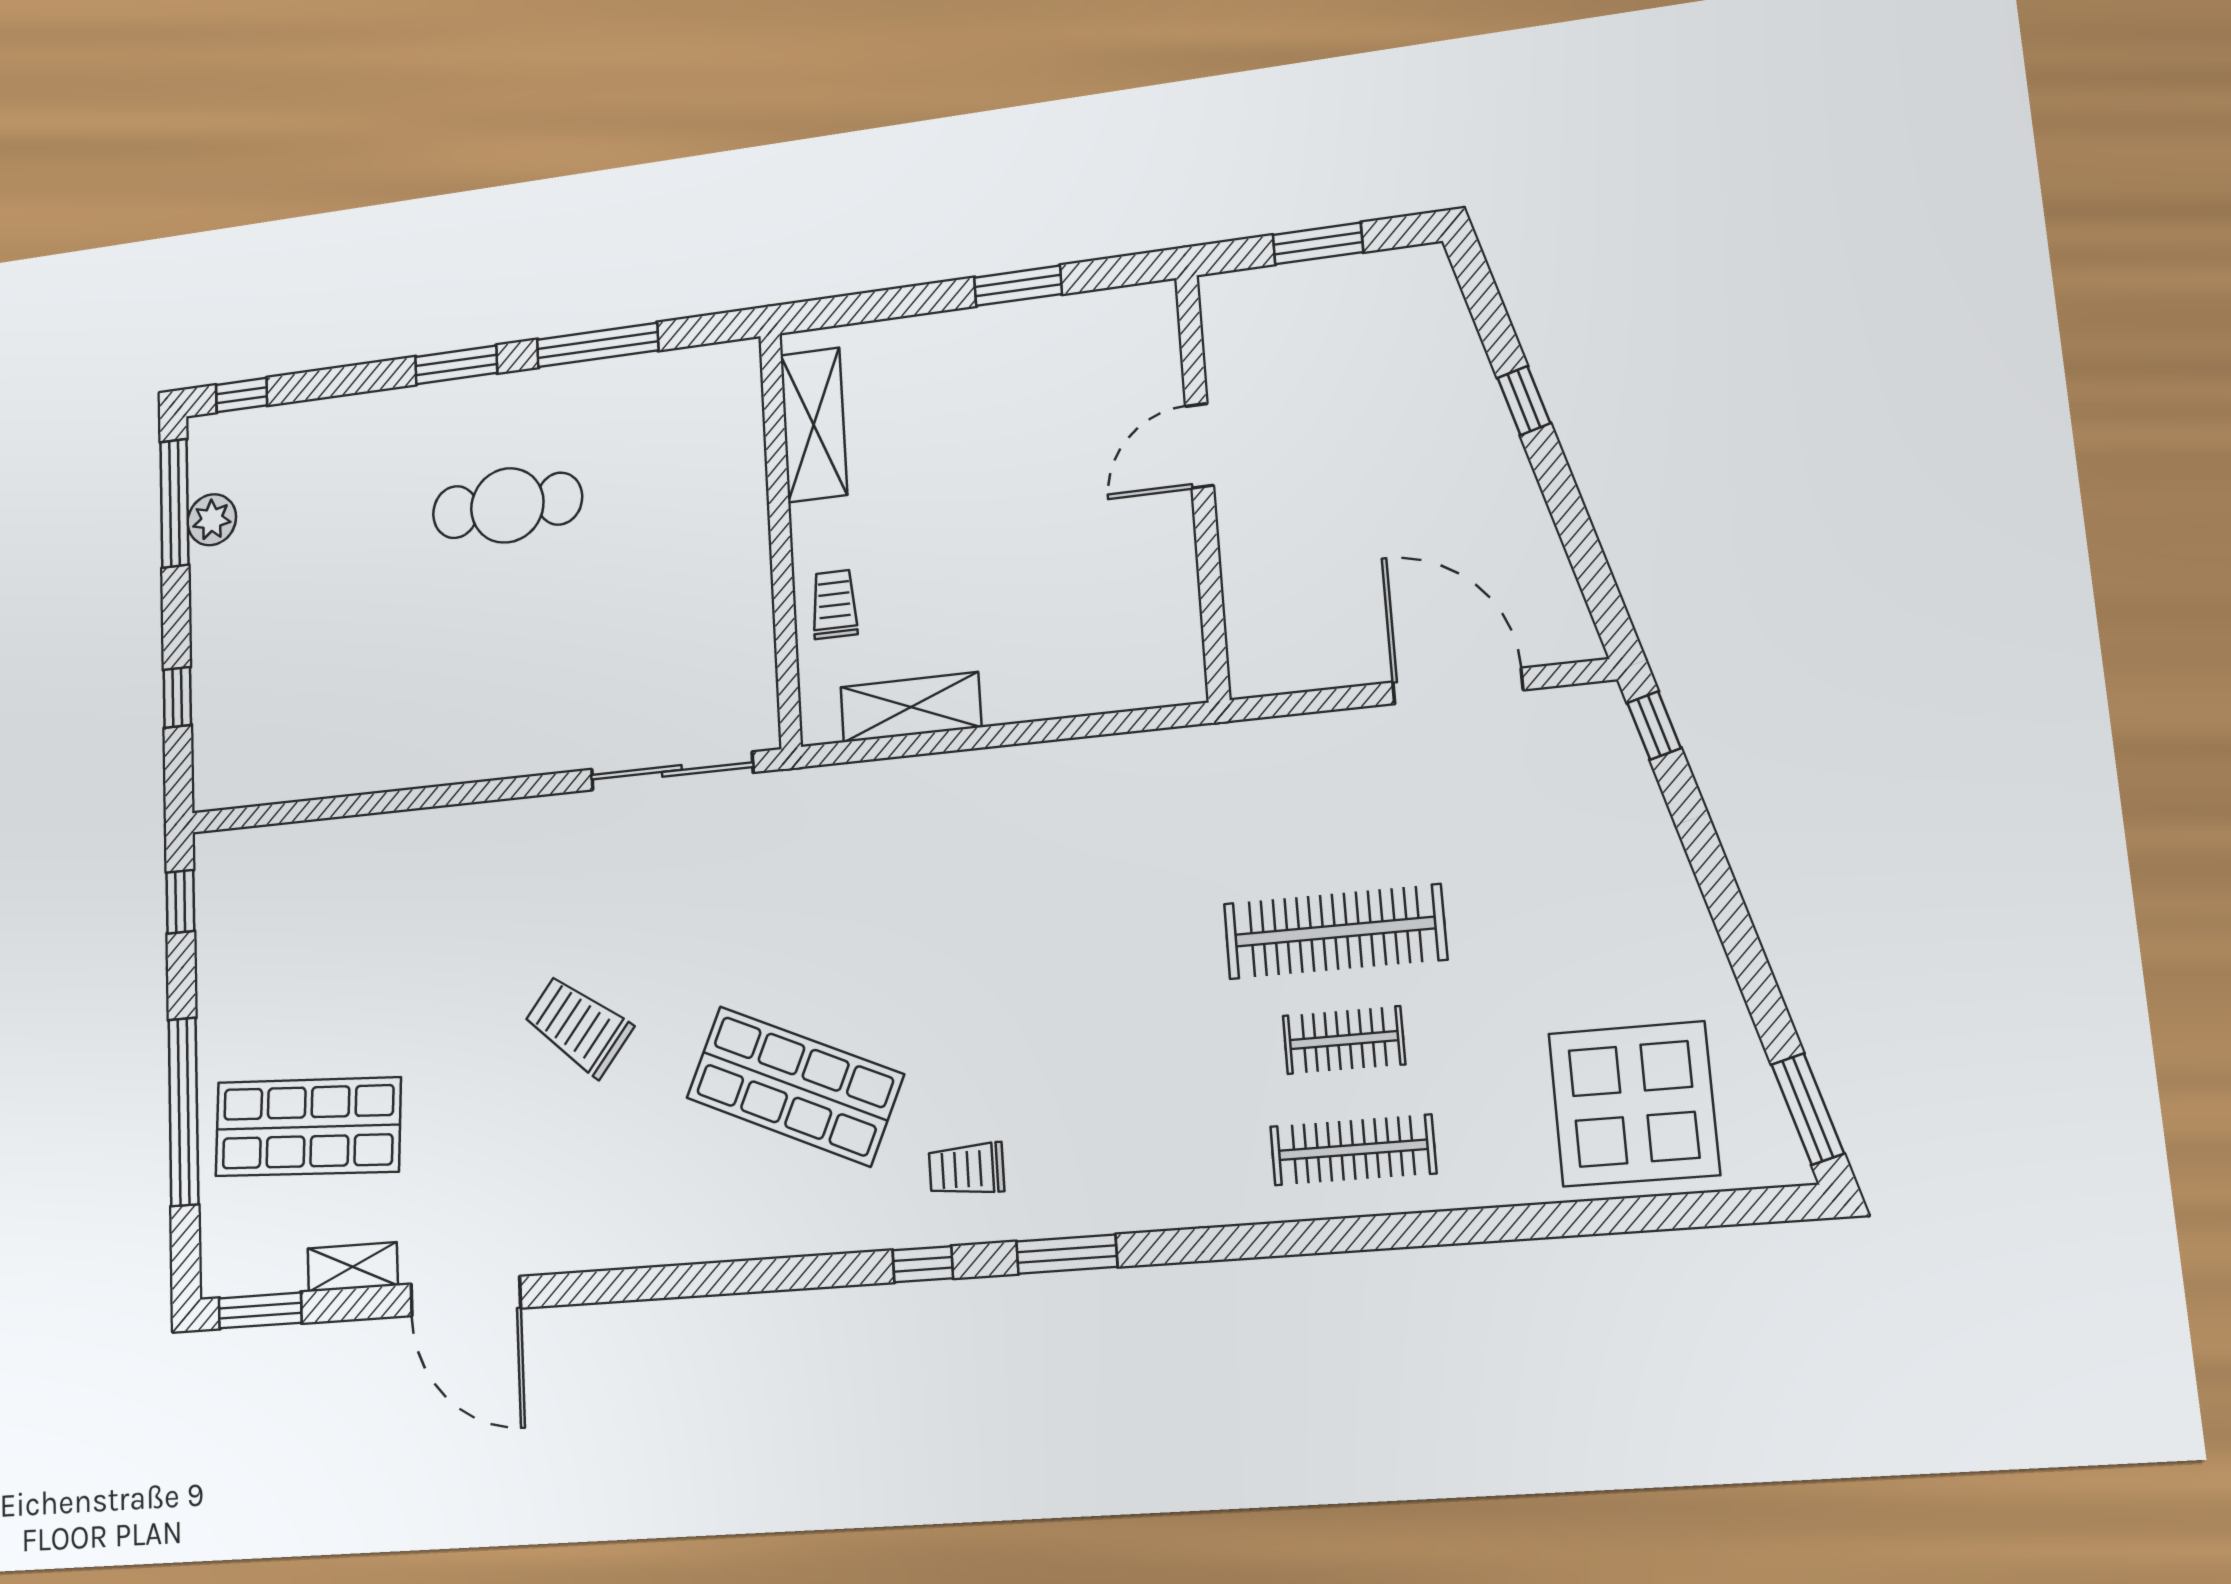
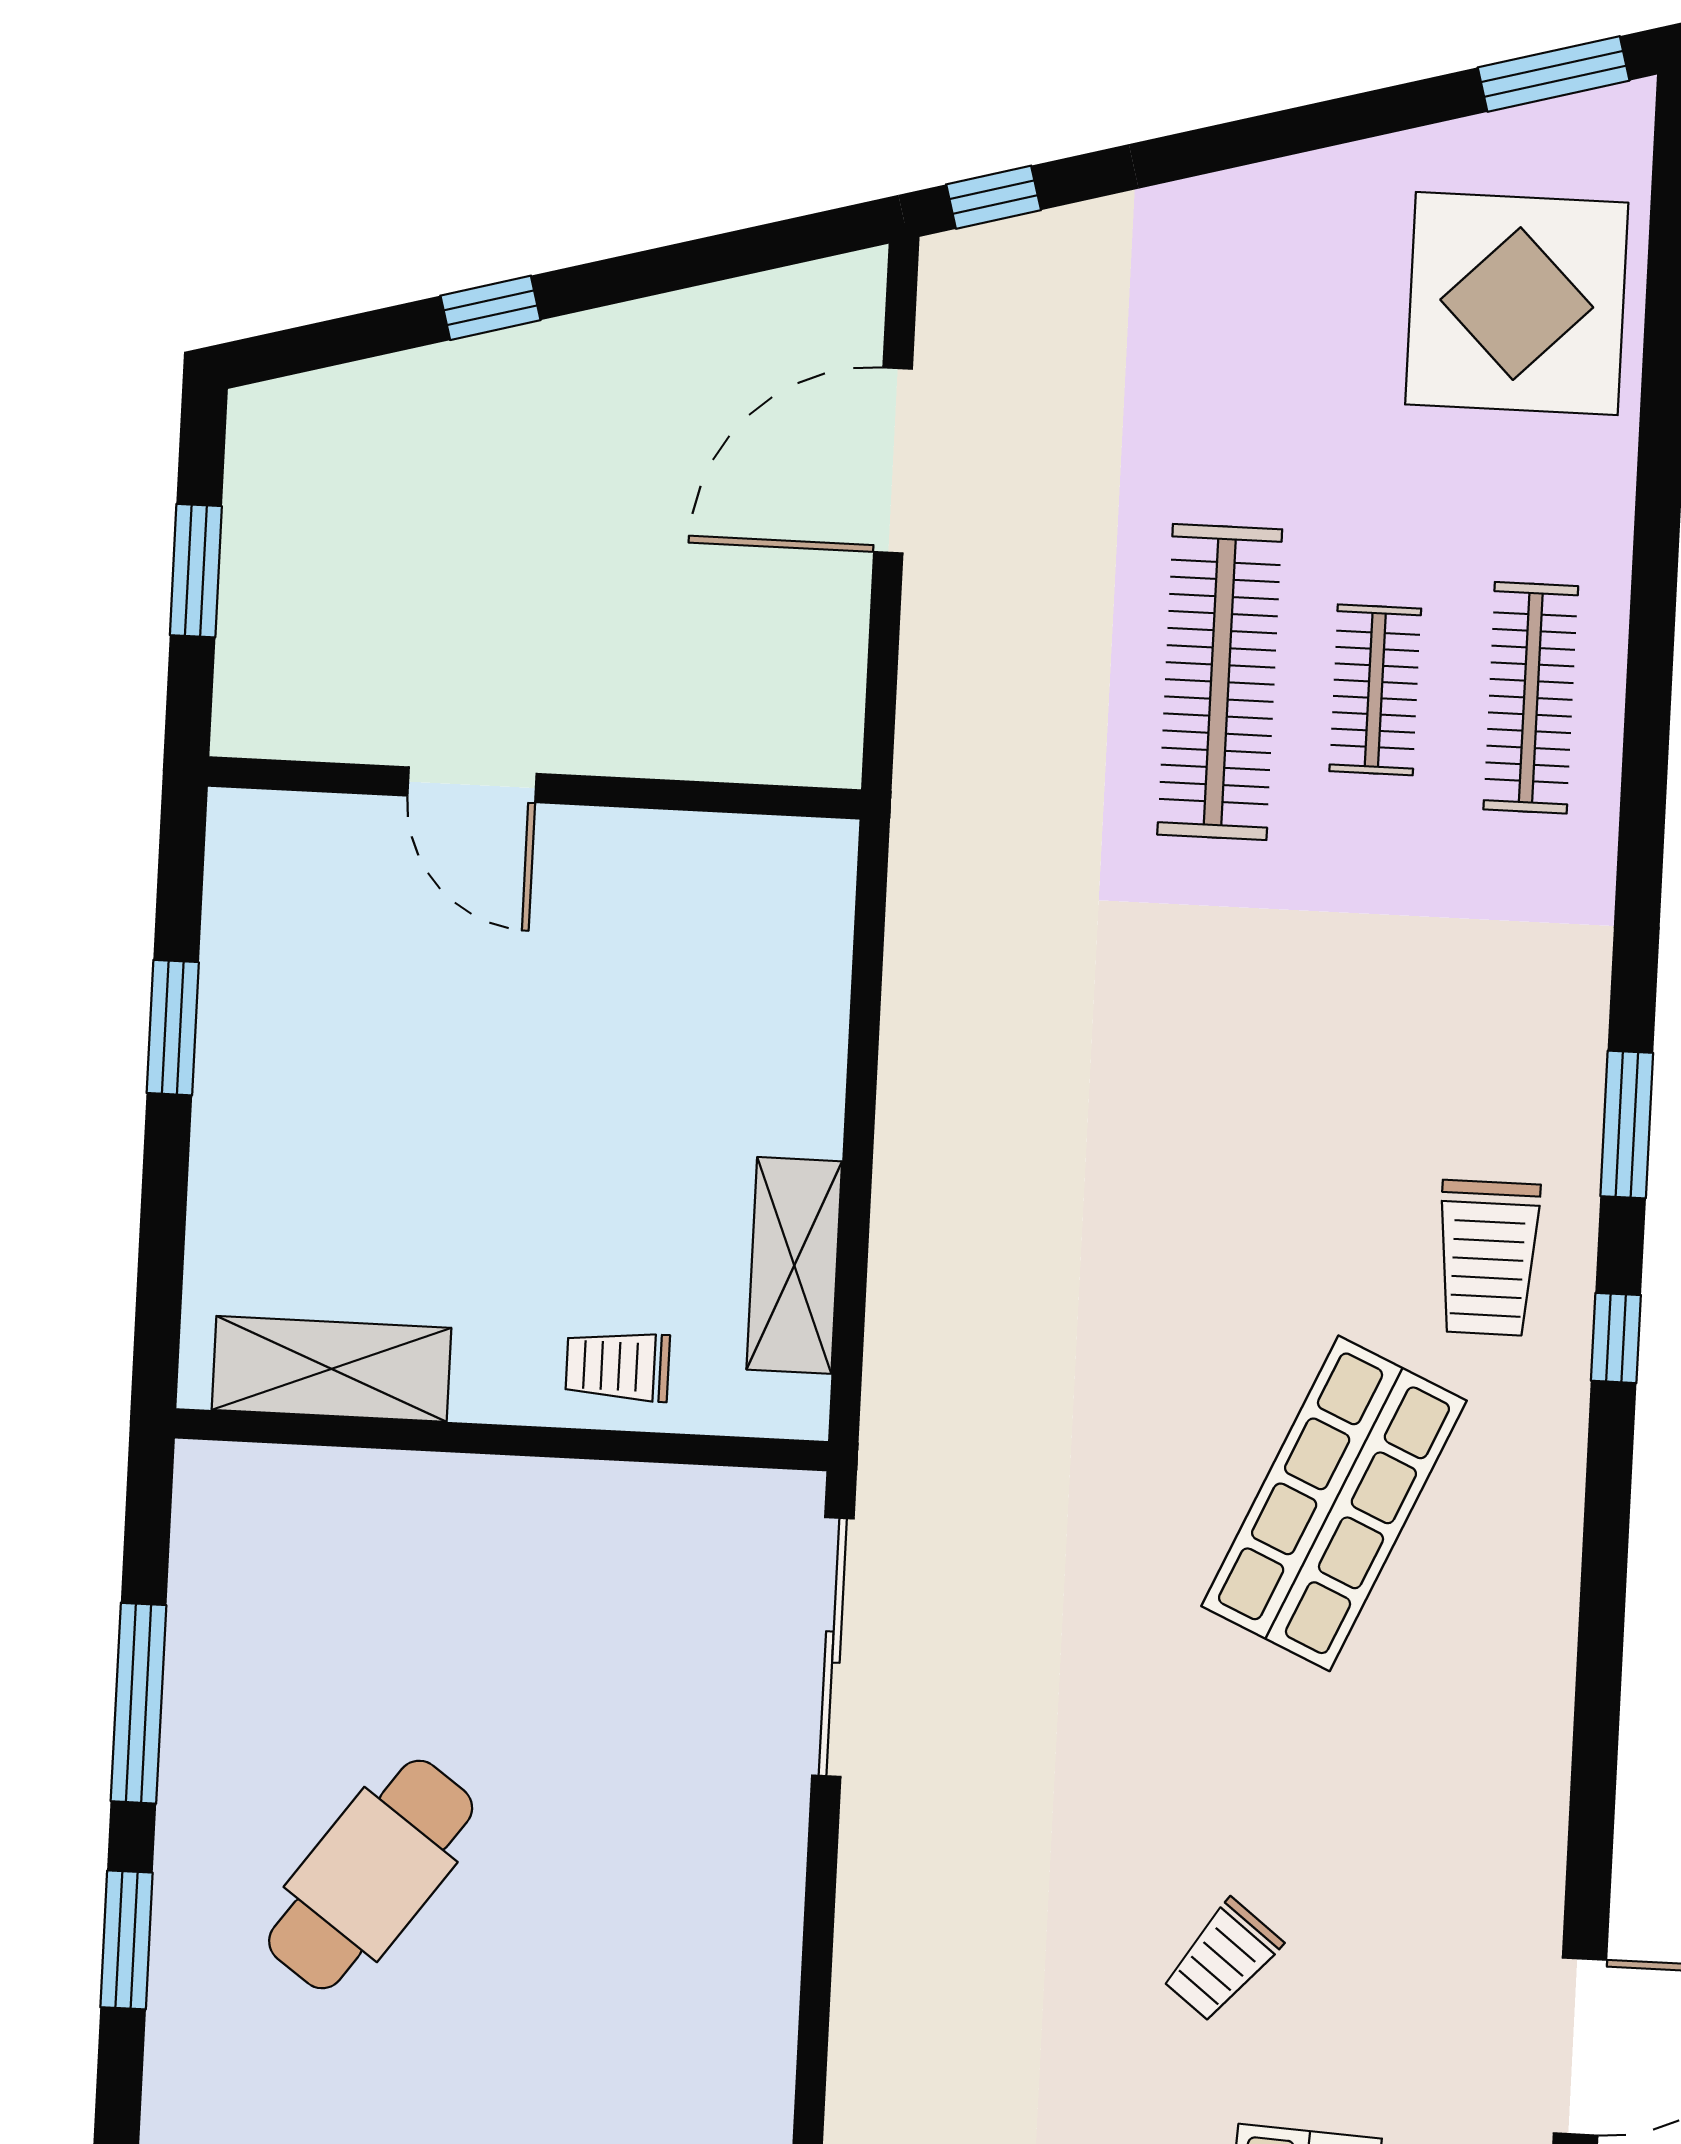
cafe table: (507, 505) -> (371, 1874), turned 36
trolley: (578, 1026) -> (1222, 1960), moved, width x0.73, depth x0.72
trolley: (966, 1169) -> (1488, 1258), width x1.36, depth x1.39

